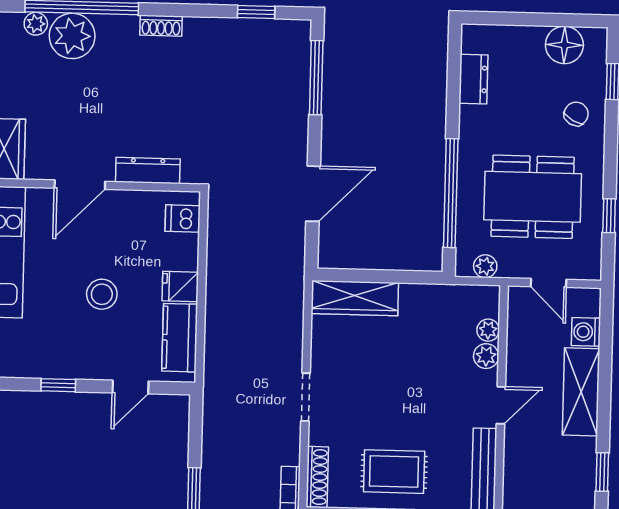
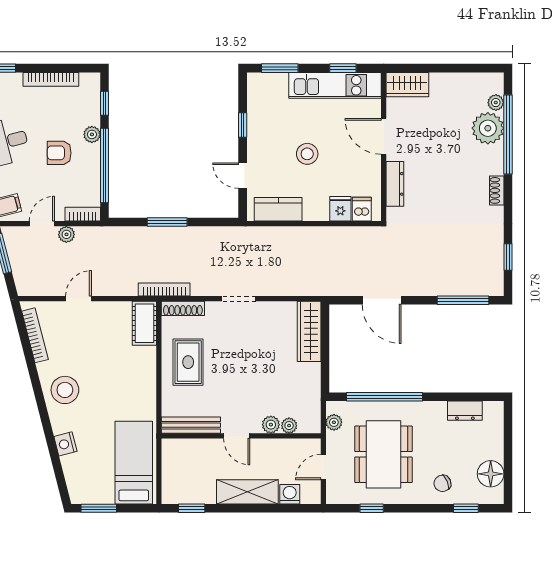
chair: (576, 114) -> (442, 483), turned 128
fridge: (180, 286) -> (340, 209), moved

